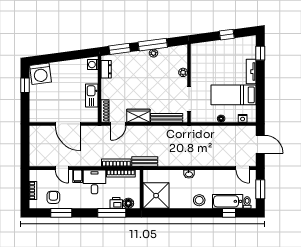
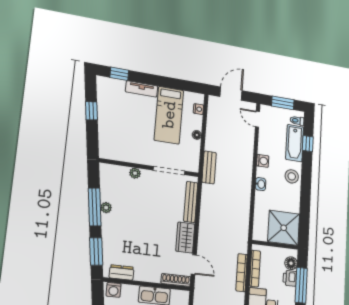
bench: (145, 162) -> (209, 167), moved
door: (243, 168) -> (257, 119), swing flipped
washing machine: (208, 175) -> (263, 161), added

